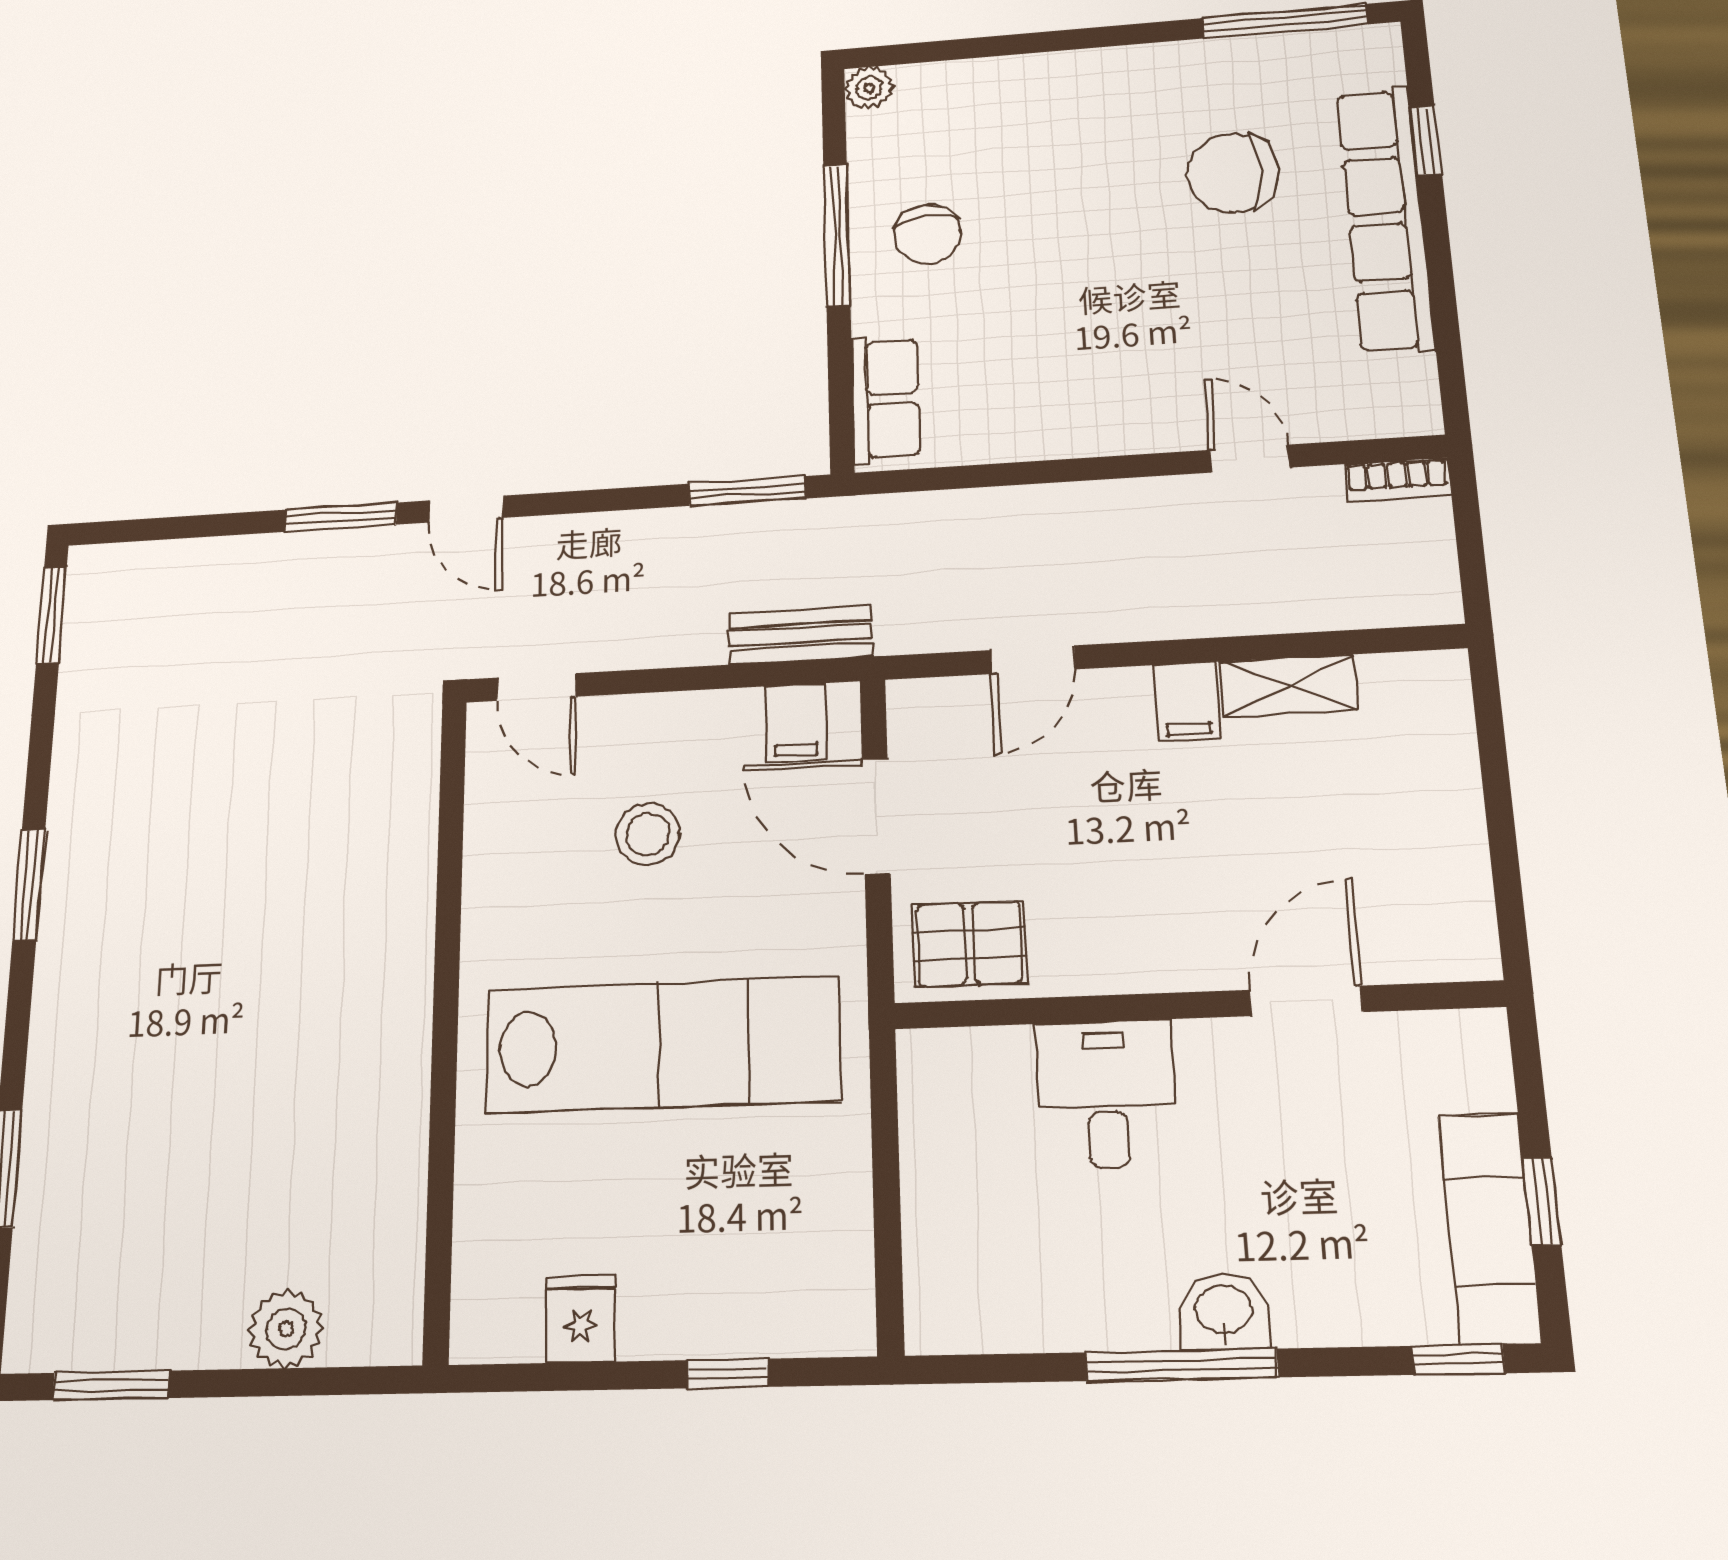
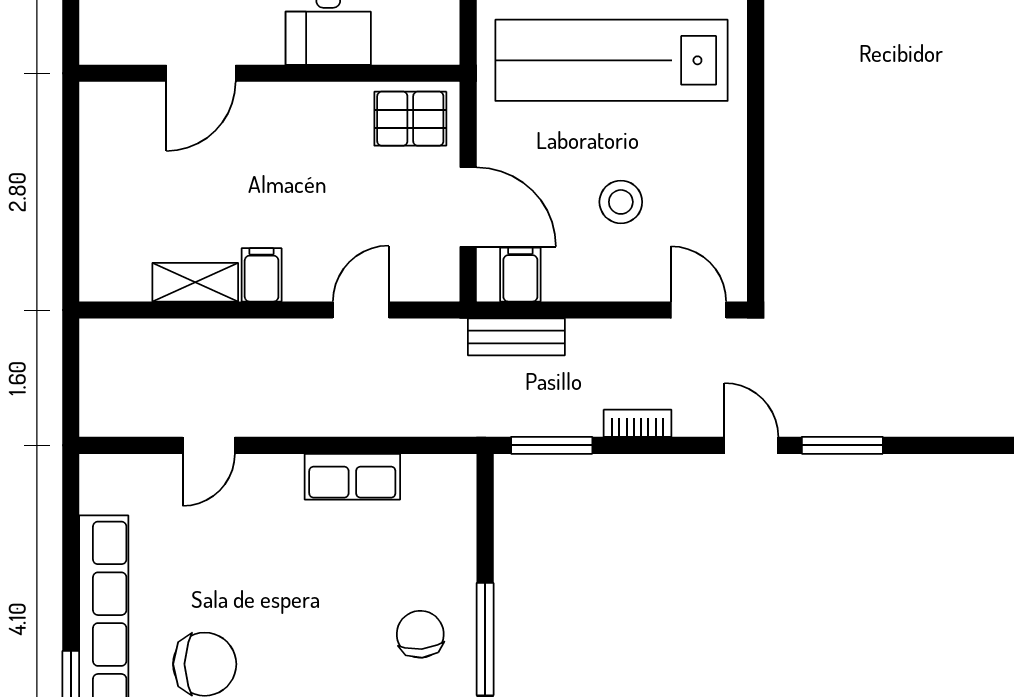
row of seats: (885, 399) -> (352, 477), moved, turned -90
door: (1249, 459) -> (209, 445), hinge flipped
bookcase: (1397, 480) -> (638, 423), moved

